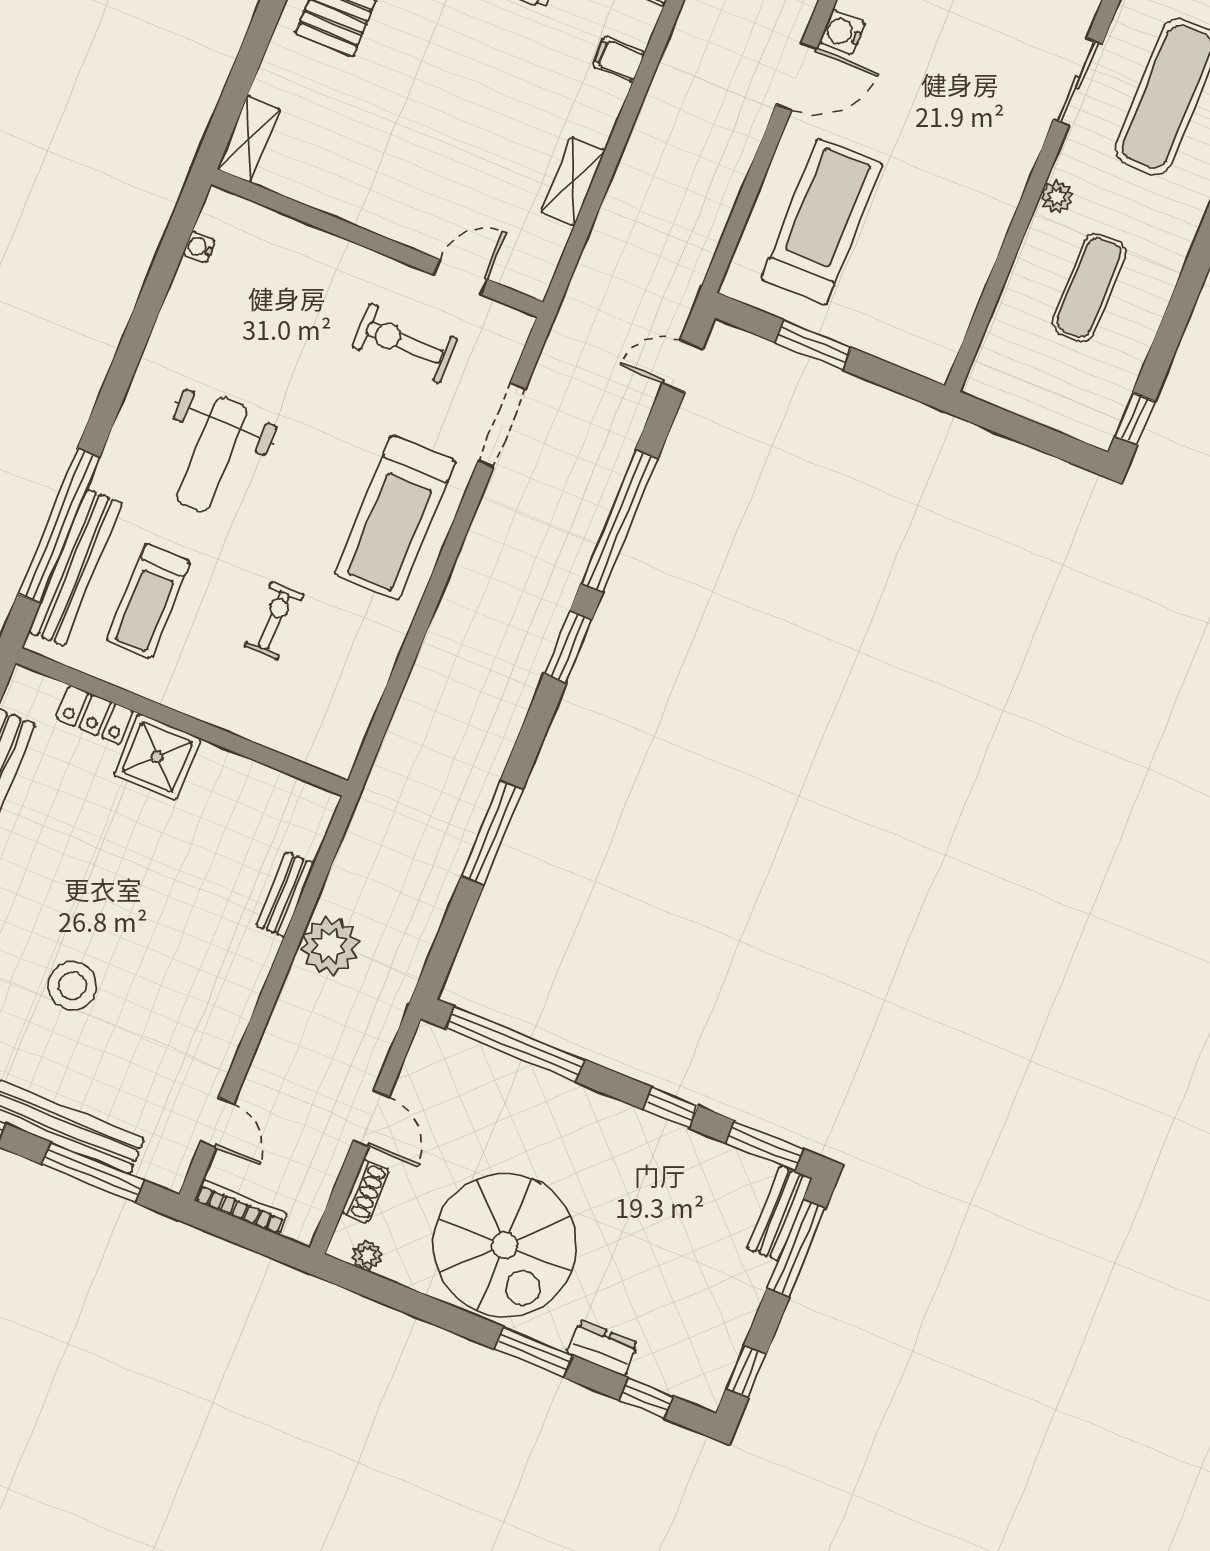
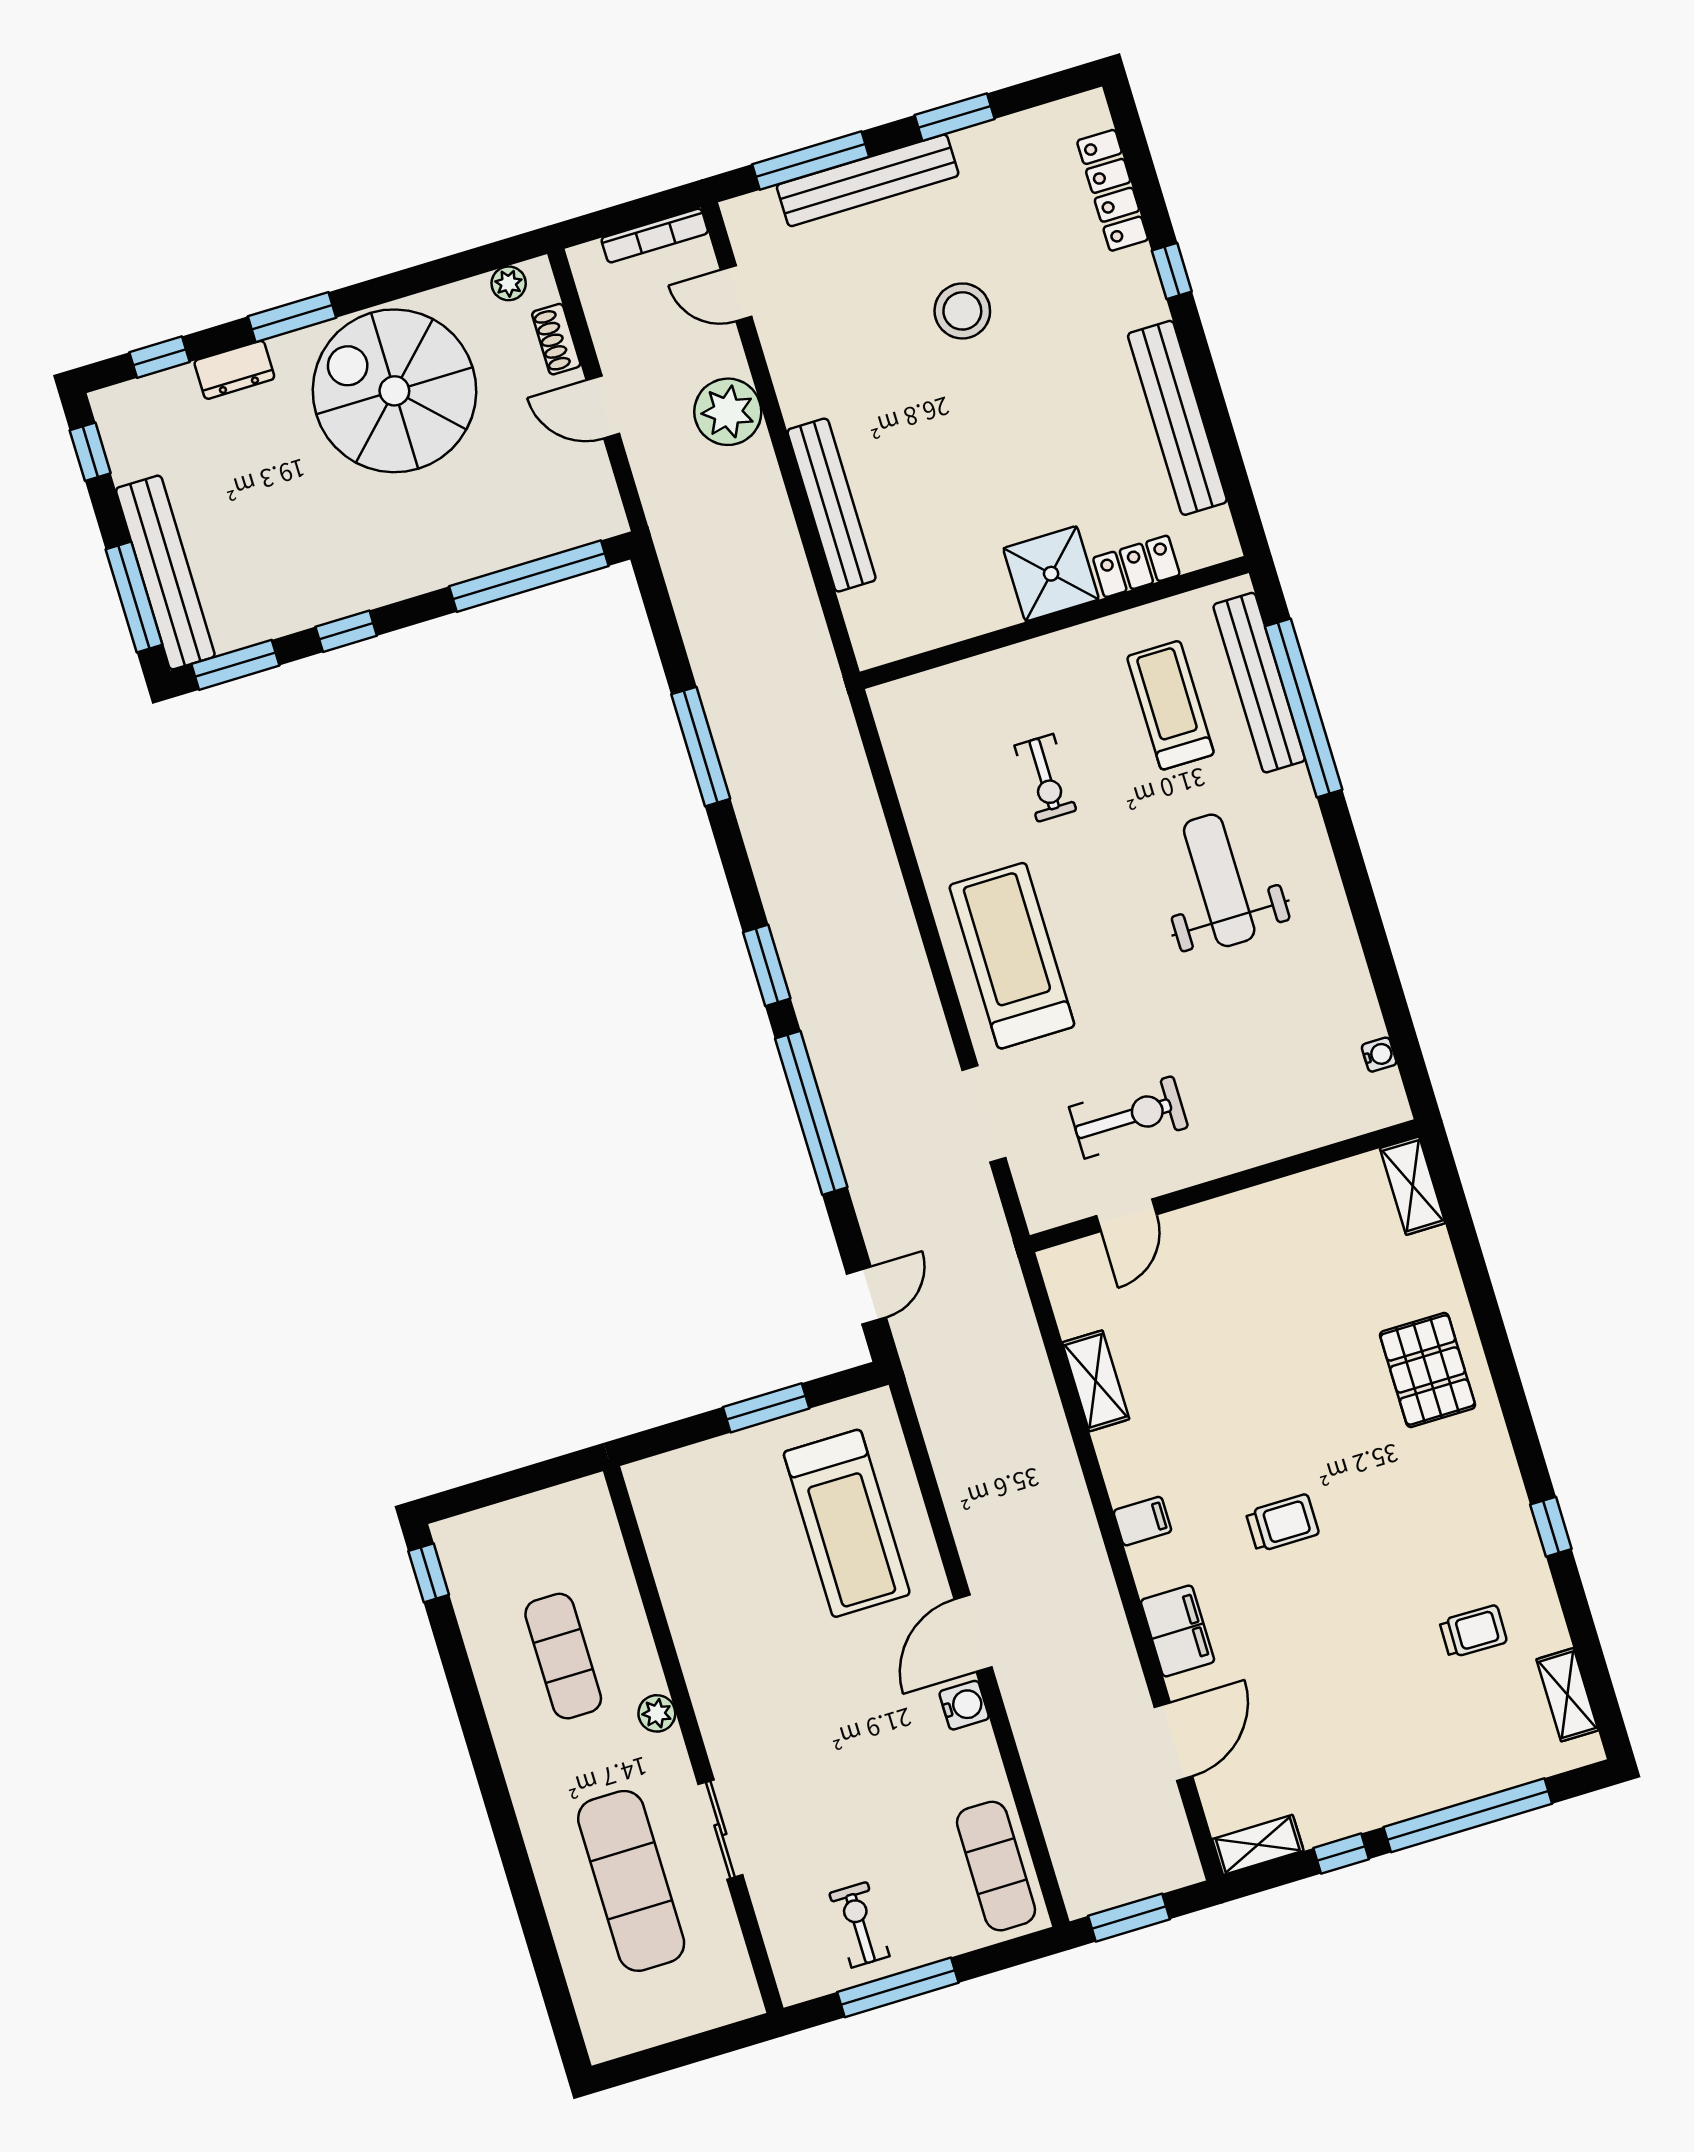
bench: (285, 894) -> (832, 505), width x1.86, depth x1.21
plant: (329, 946) -> (728, 412), moved
bench: (779, 1213) -> (165, 572), width x1.86, depth x1.21

